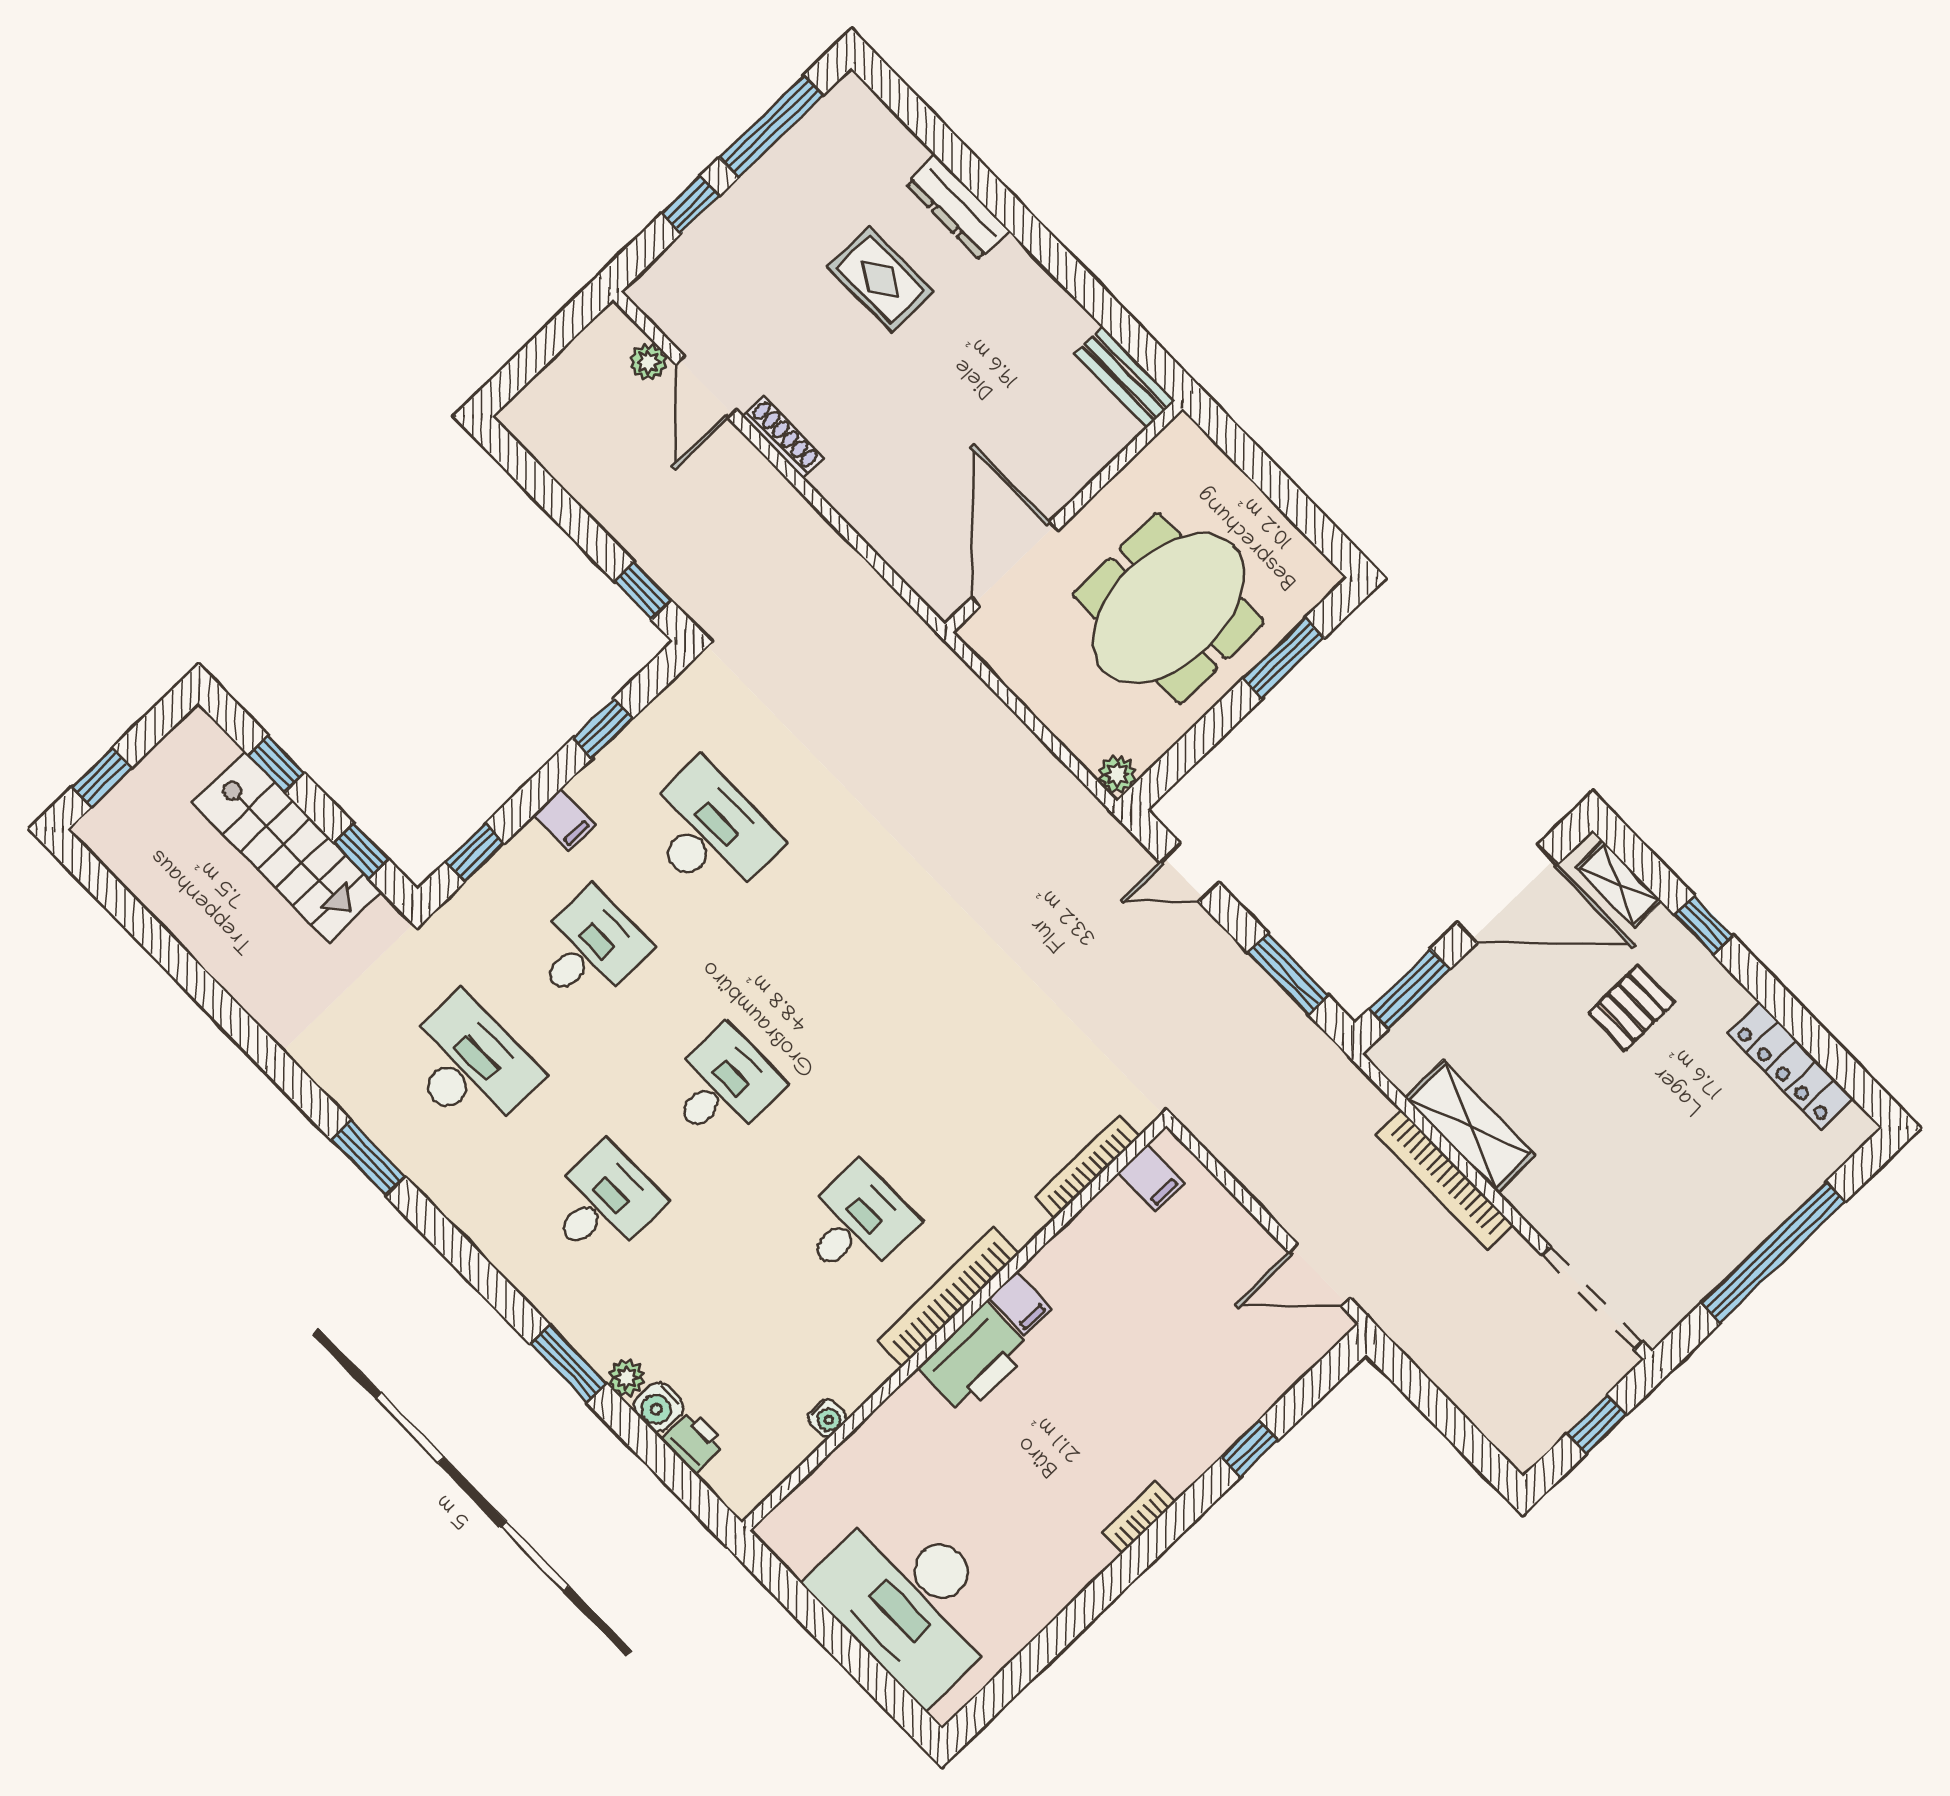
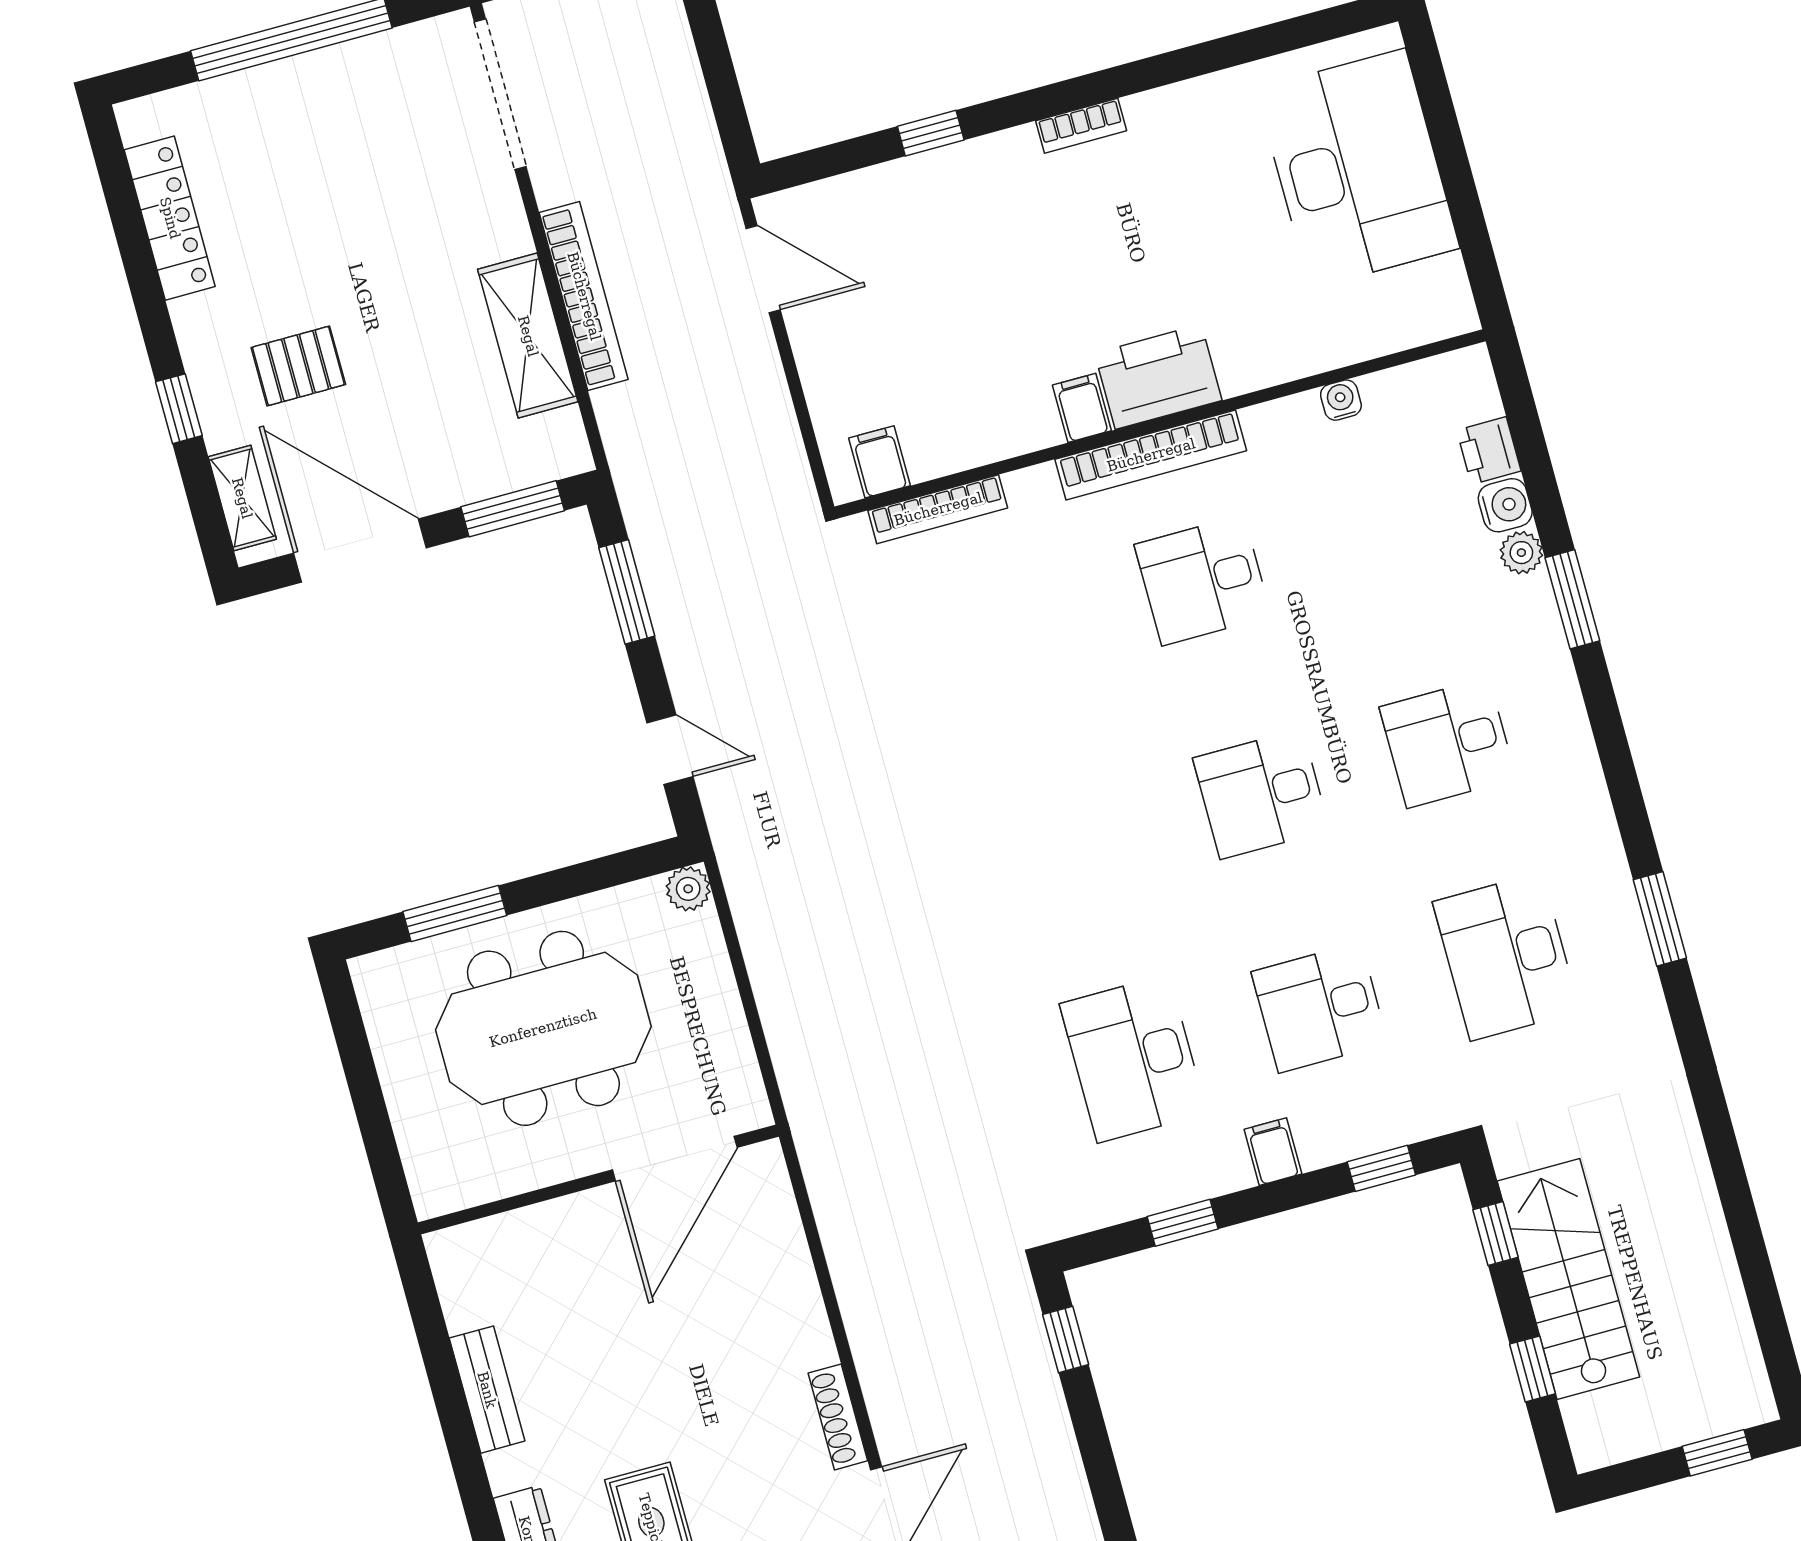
bench: (1125, 377) -> (487, 1390), moved

